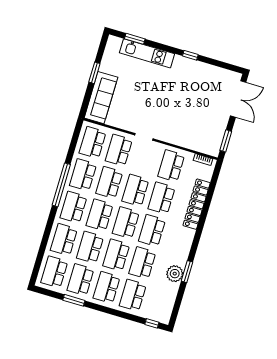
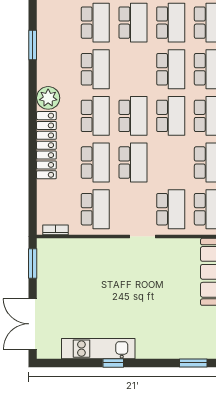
kitchen unit: (147, 53) -> (98, 349), moved
school desk: (109, 183) -> (171, 163), removed
locker: (197, 204) -> (46, 145), moved
school desk: (116, 255) -> (133, 69), removed
window: (187, 272) -> (33, 45), moved
plant: (175, 274) -> (48, 98), moved

